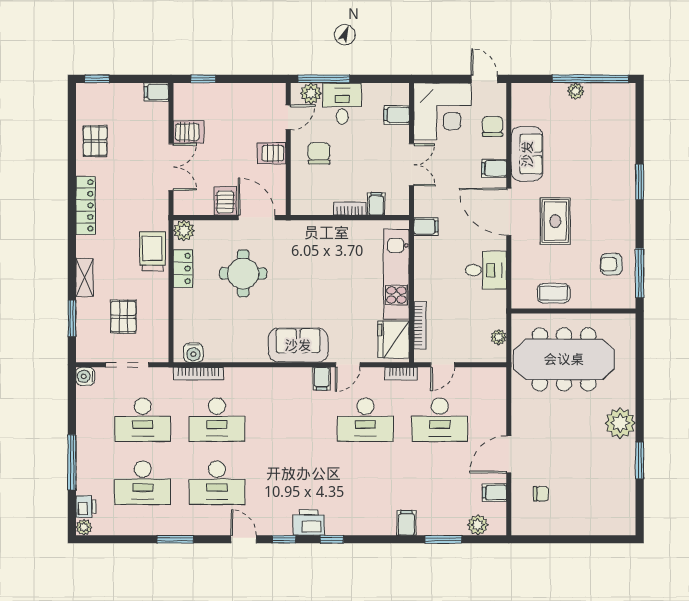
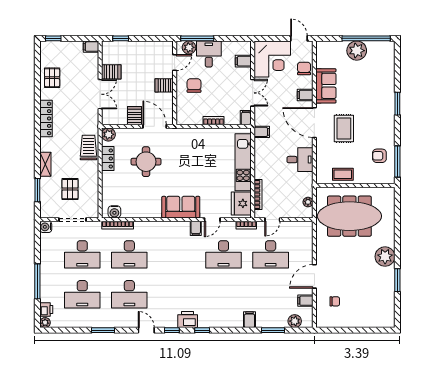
plant: (576, 91) -> (357, 51), width x1.88, depth x1.88
filing cabinet: (376, 204) -> (246, 118), moved

